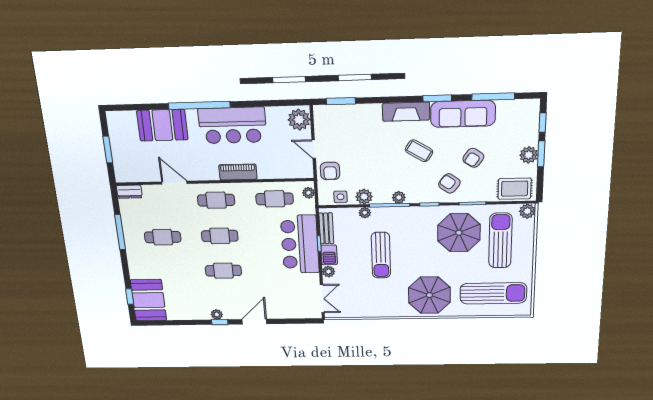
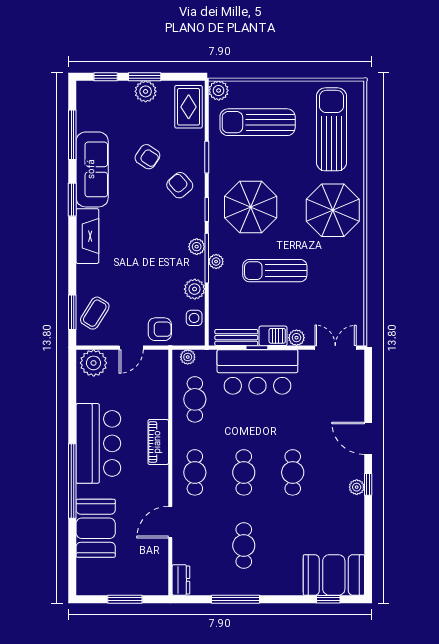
coffee table: (419, 151) -> (95, 313), moved
armchair: (449, 183) -> (180, 185), turned 102
plant: (365, 213) -> (216, 262), moved
parasol: (459, 233) -> (251, 207), moved
sun lounger: (381, 255) -> (275, 271), turned 180

